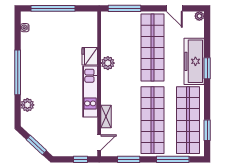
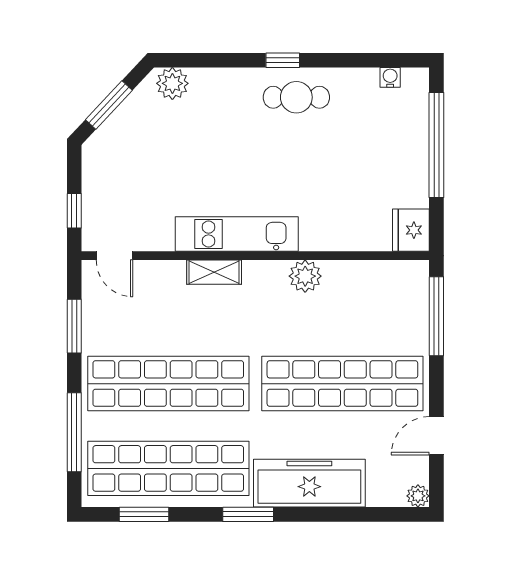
fridge: (90, 56) -> (411, 230), moved, turned -90
cafe table: (33, 67) -> (296, 97), added
window: (207, 68) -> (248, 514), moved
window: (18, 72) -> (283, 60), width x0.32
plant: (27, 105) -> (172, 83), moved
shelving: (106, 116) -> (214, 272), moved

